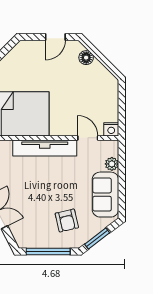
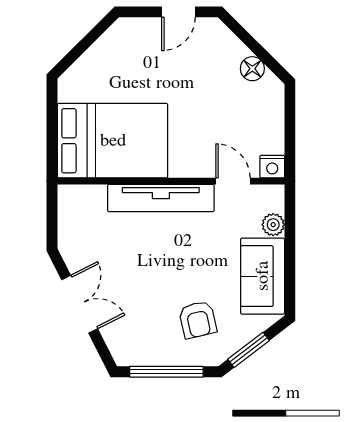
floor lamp: (86, 58) -> (252, 69), moved

